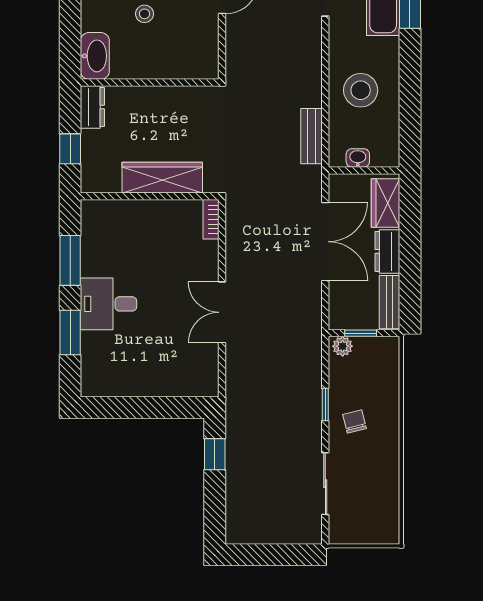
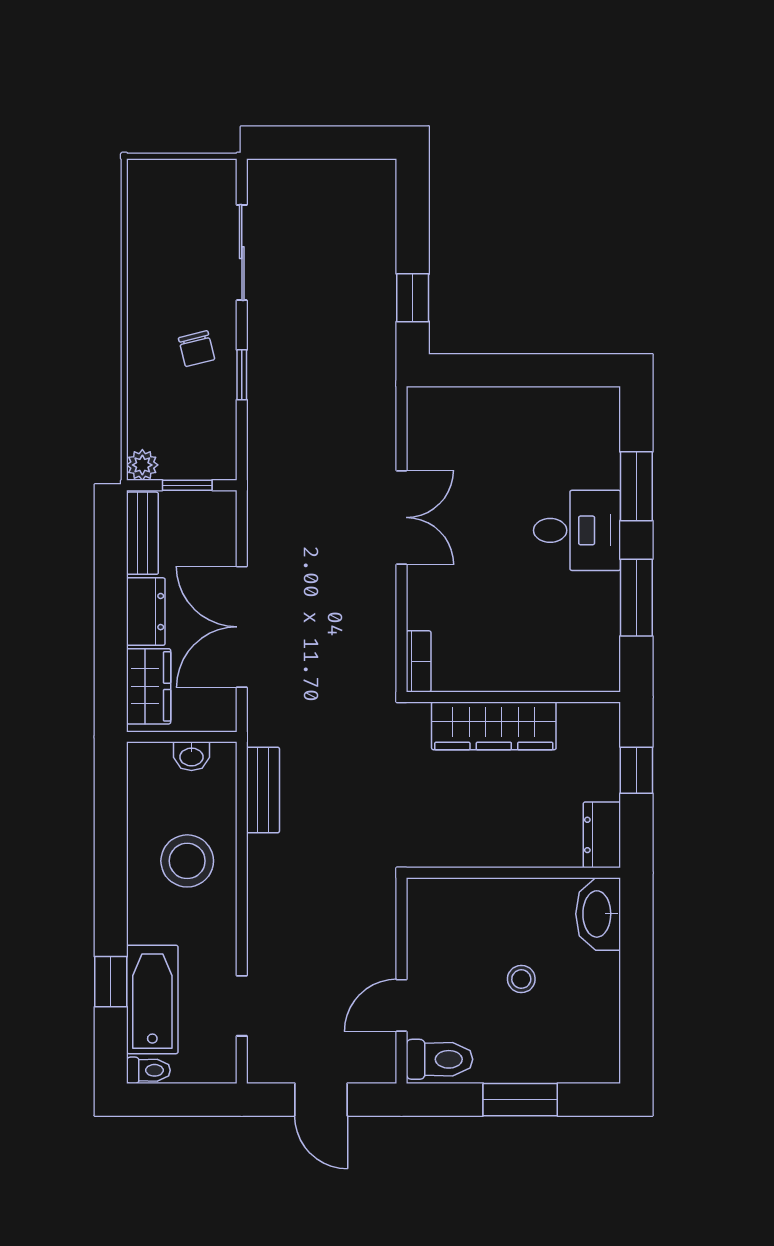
plant: (343, 346) -> (142, 465), moved

